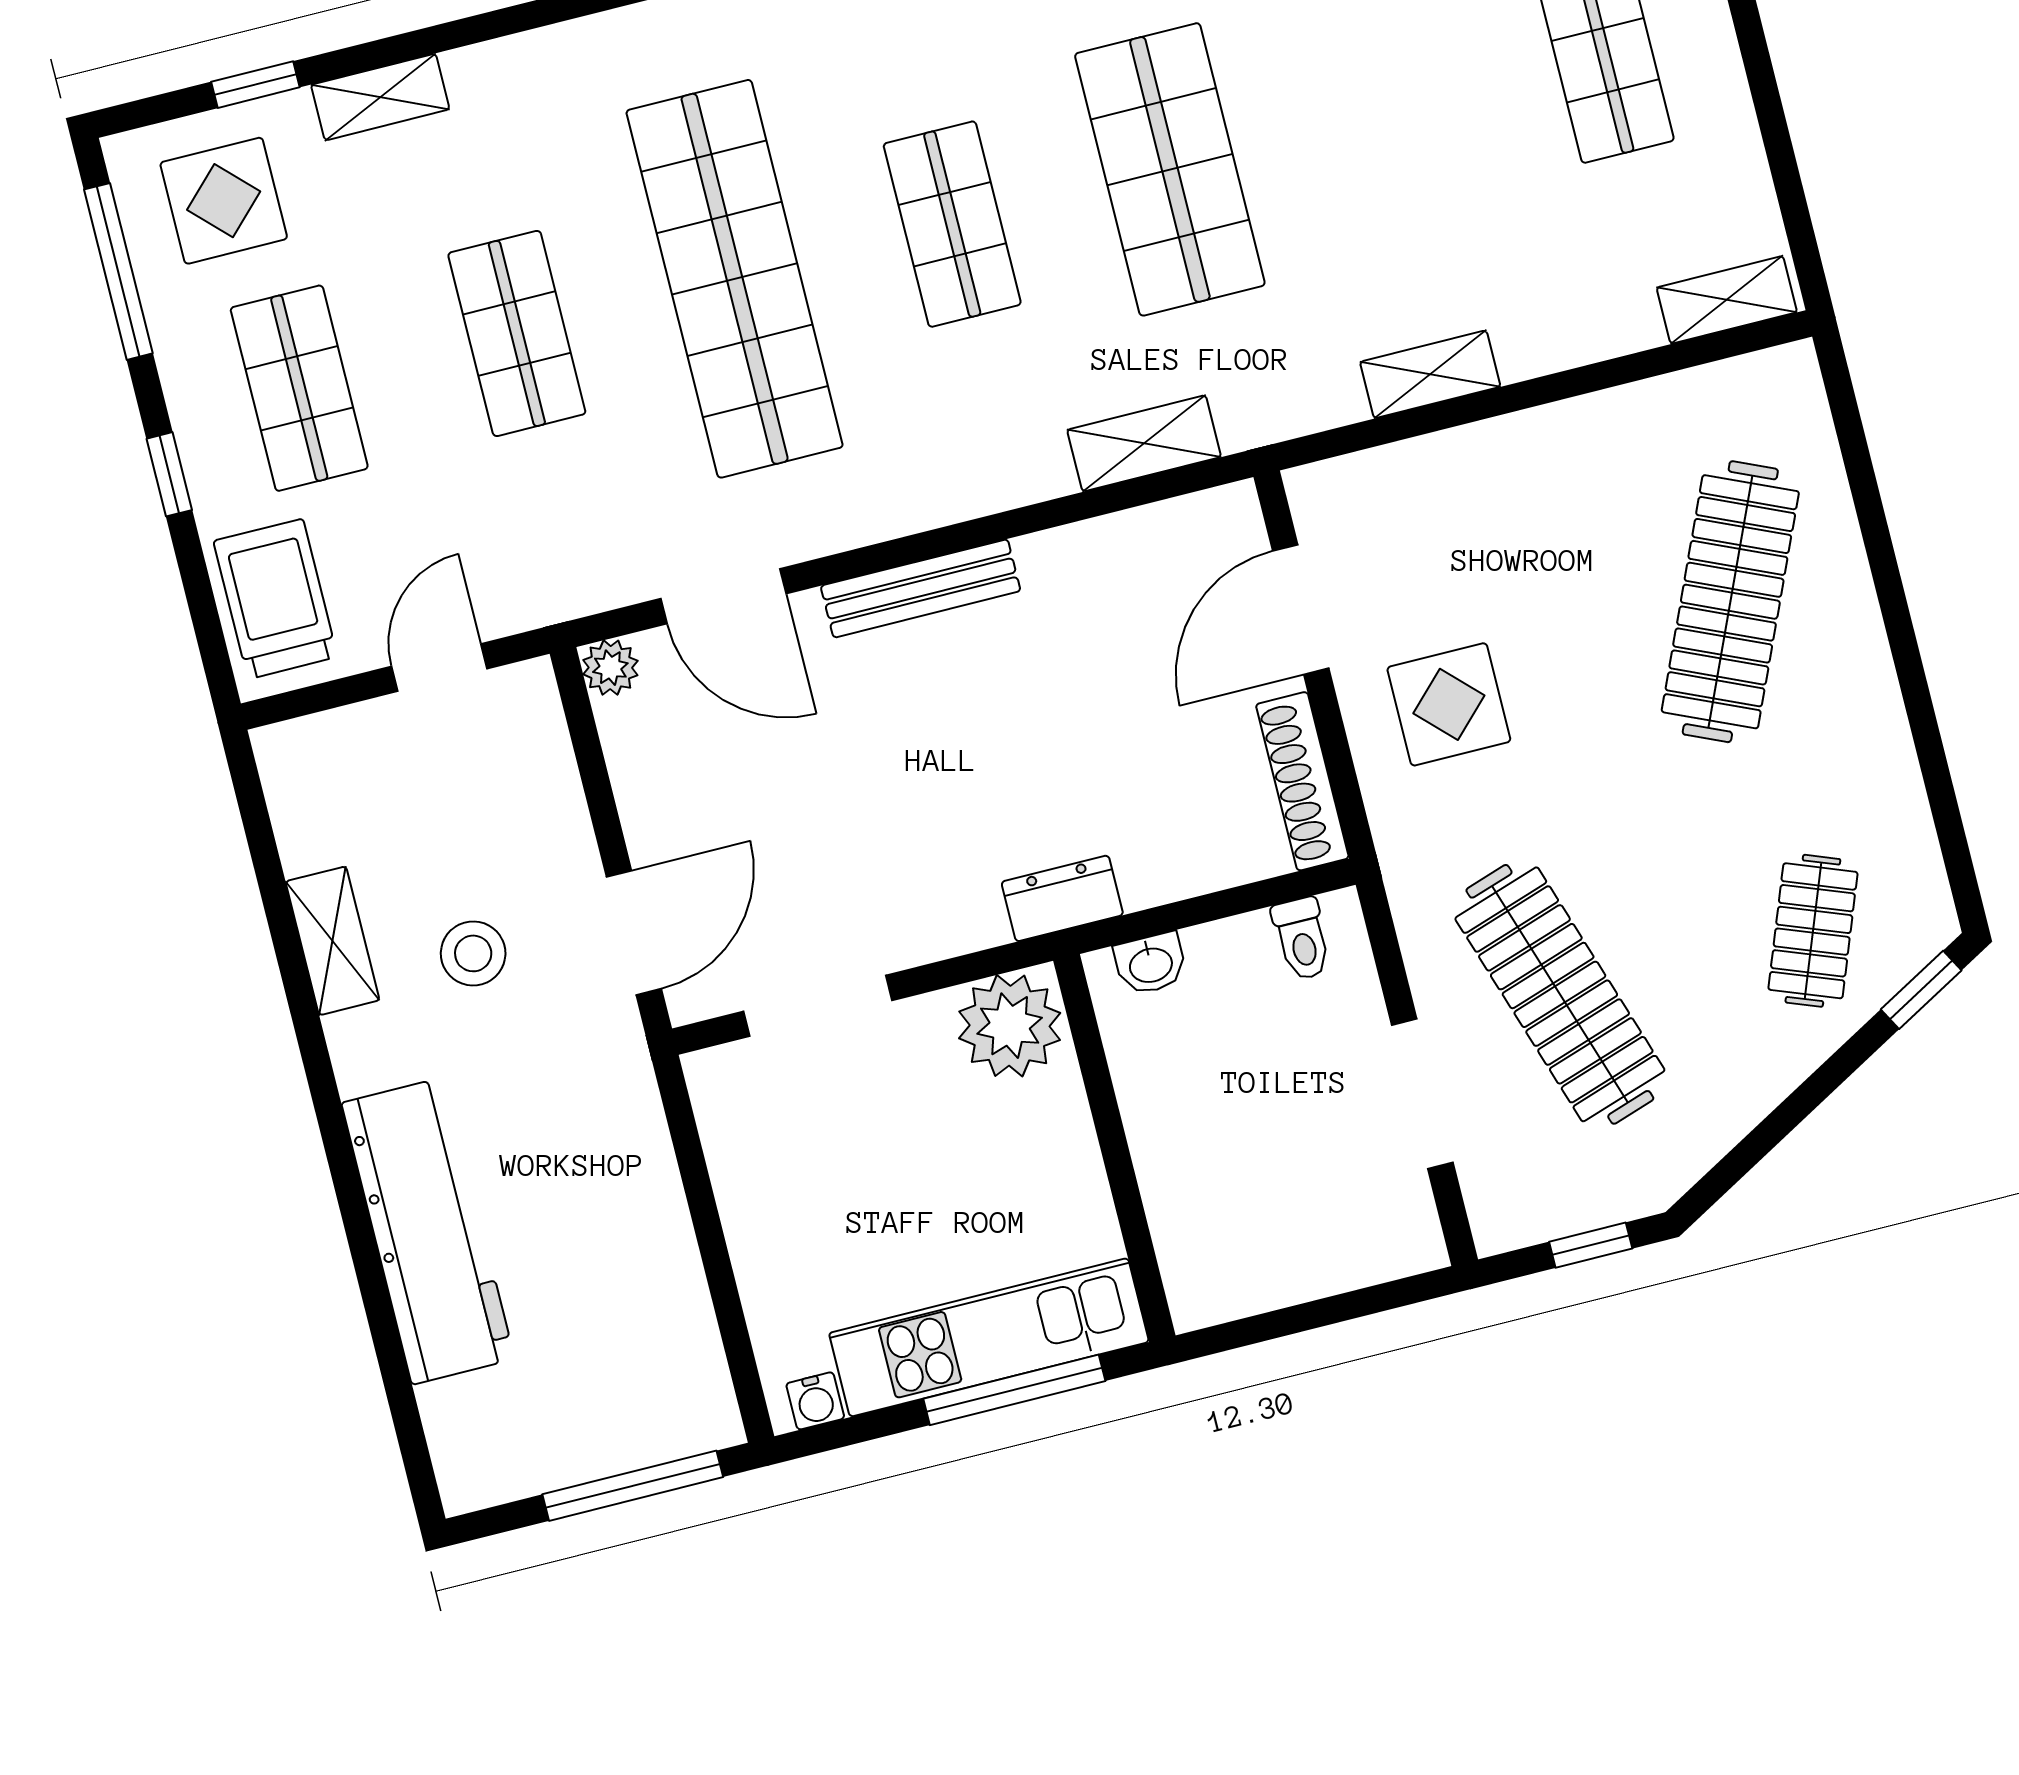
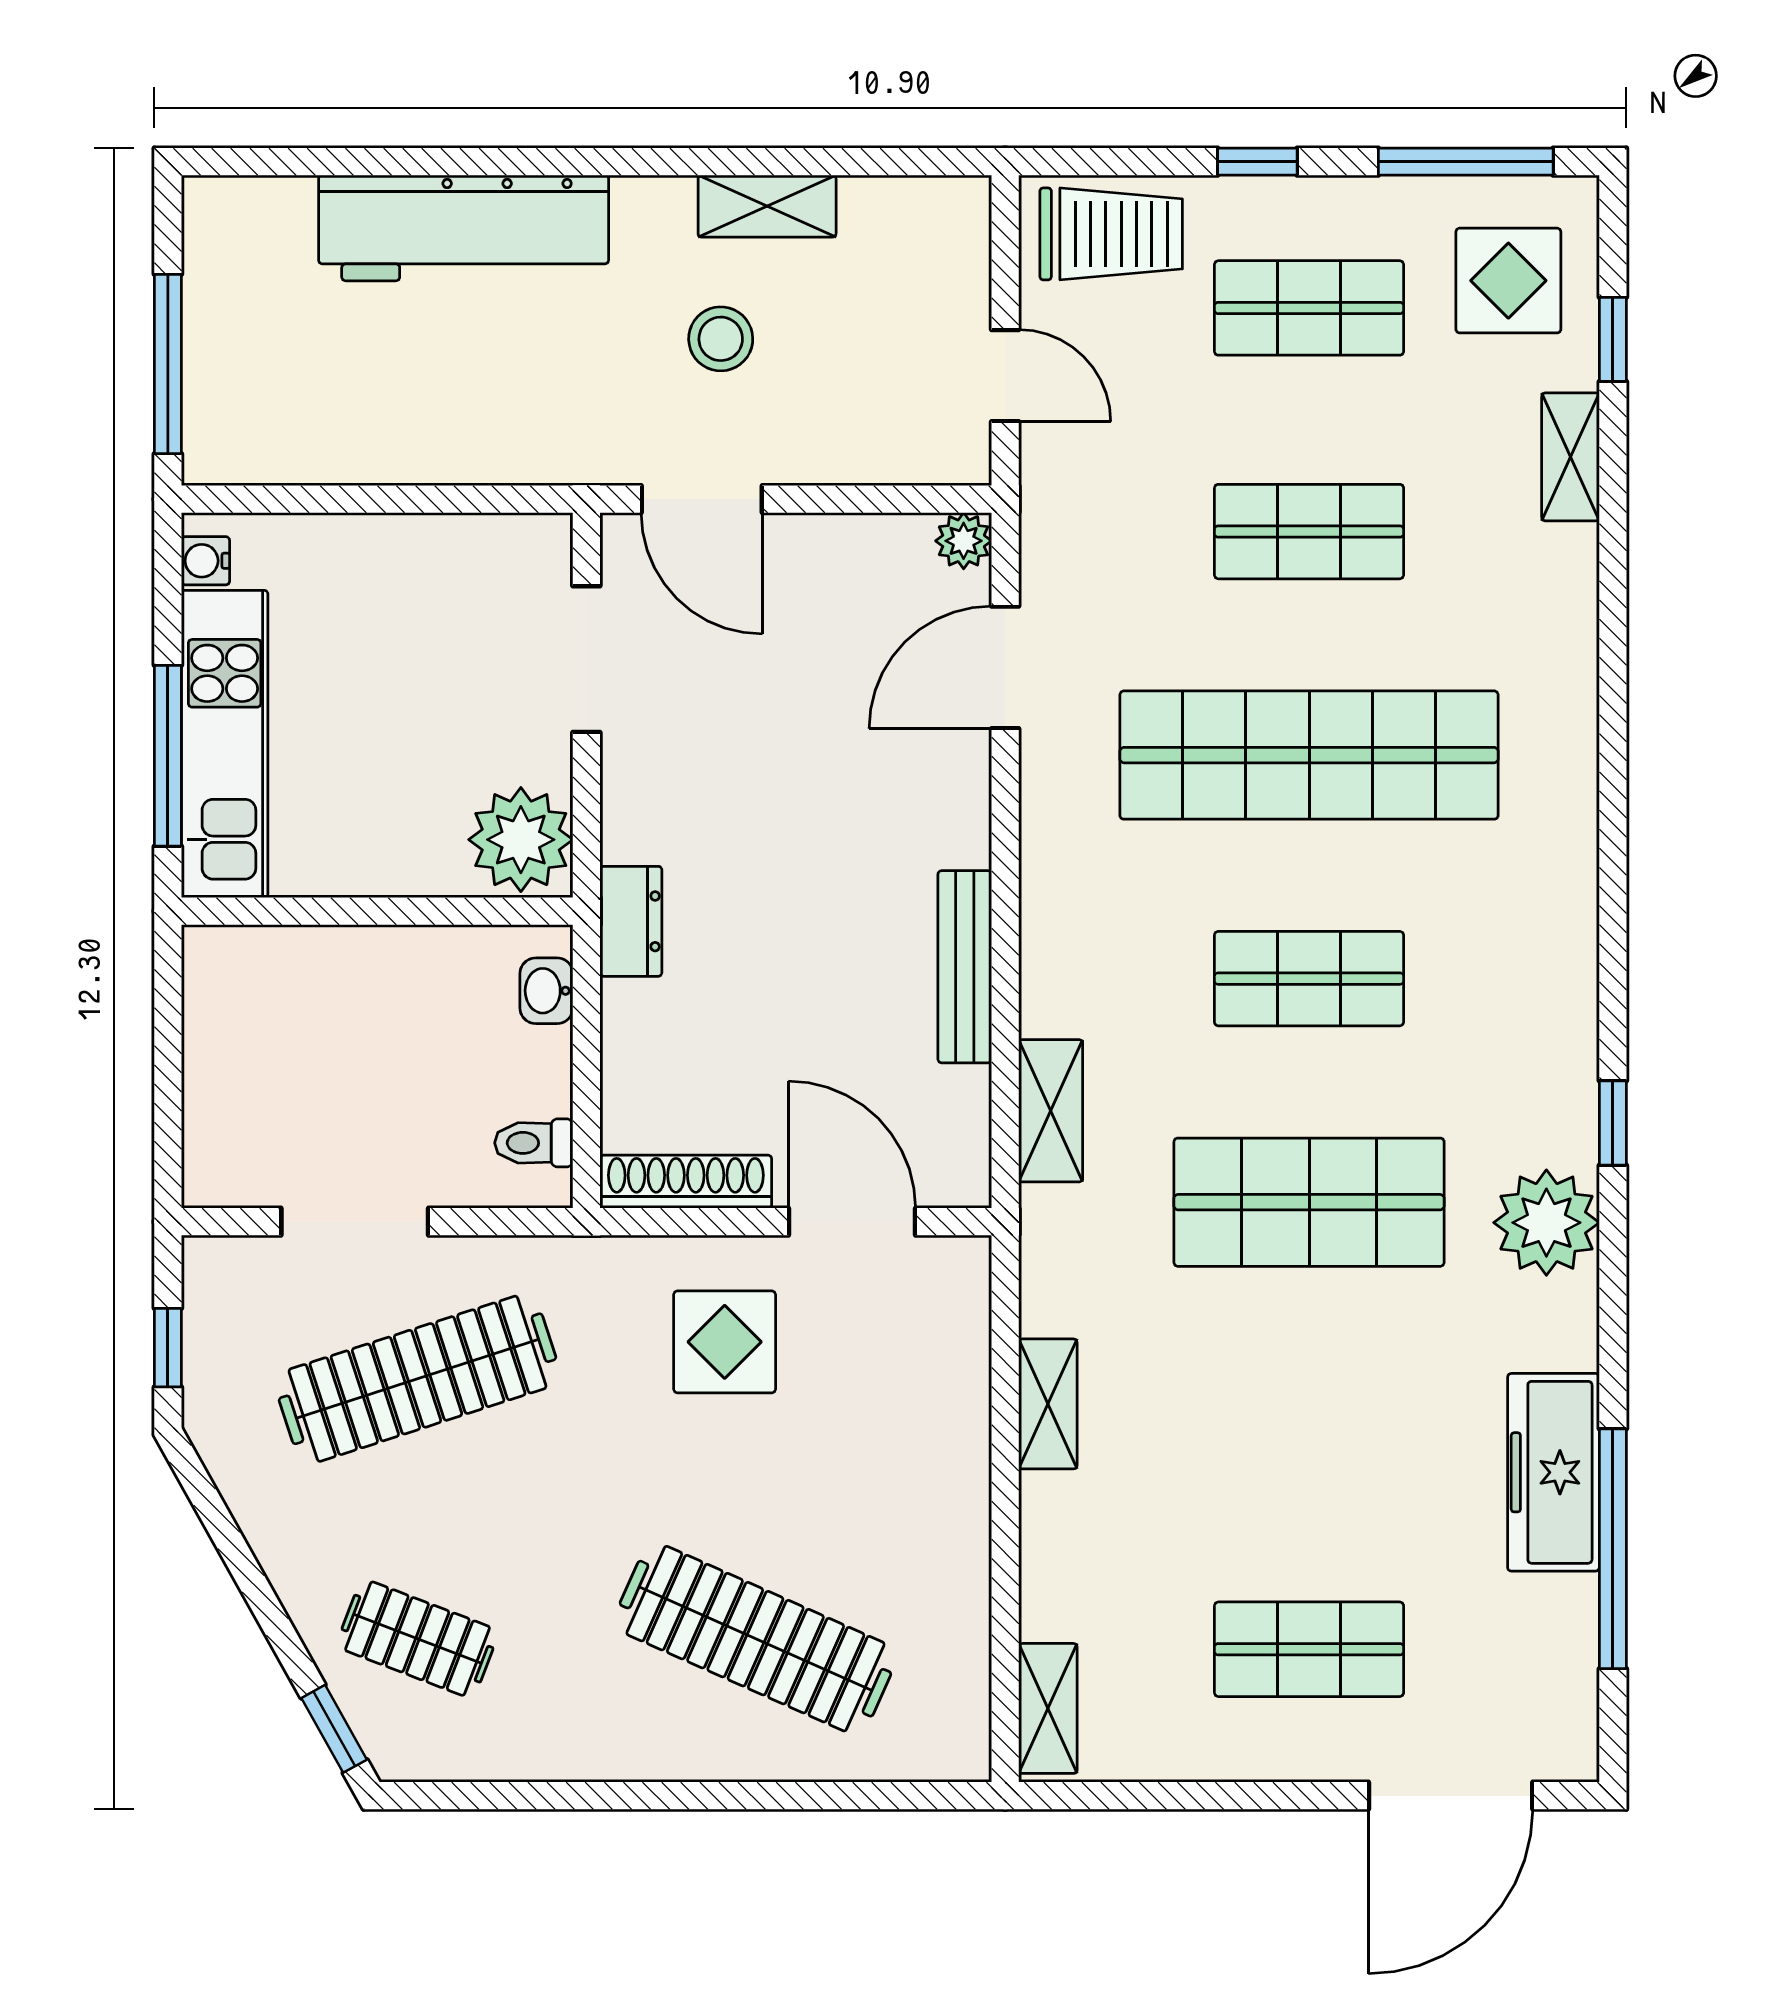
bench: (921, 588) -> (965, 967), moved

